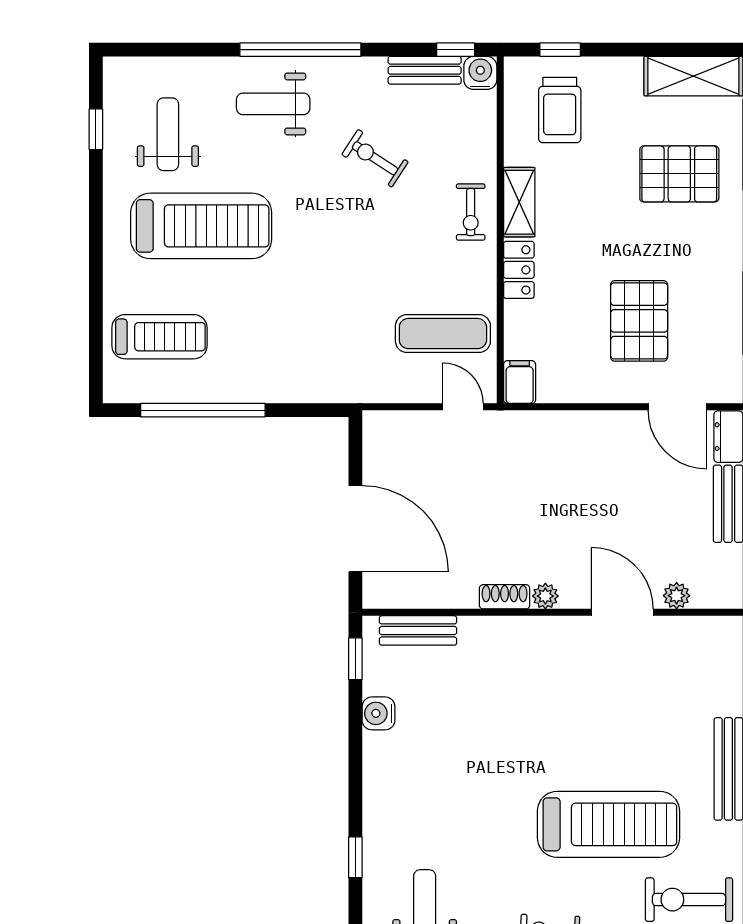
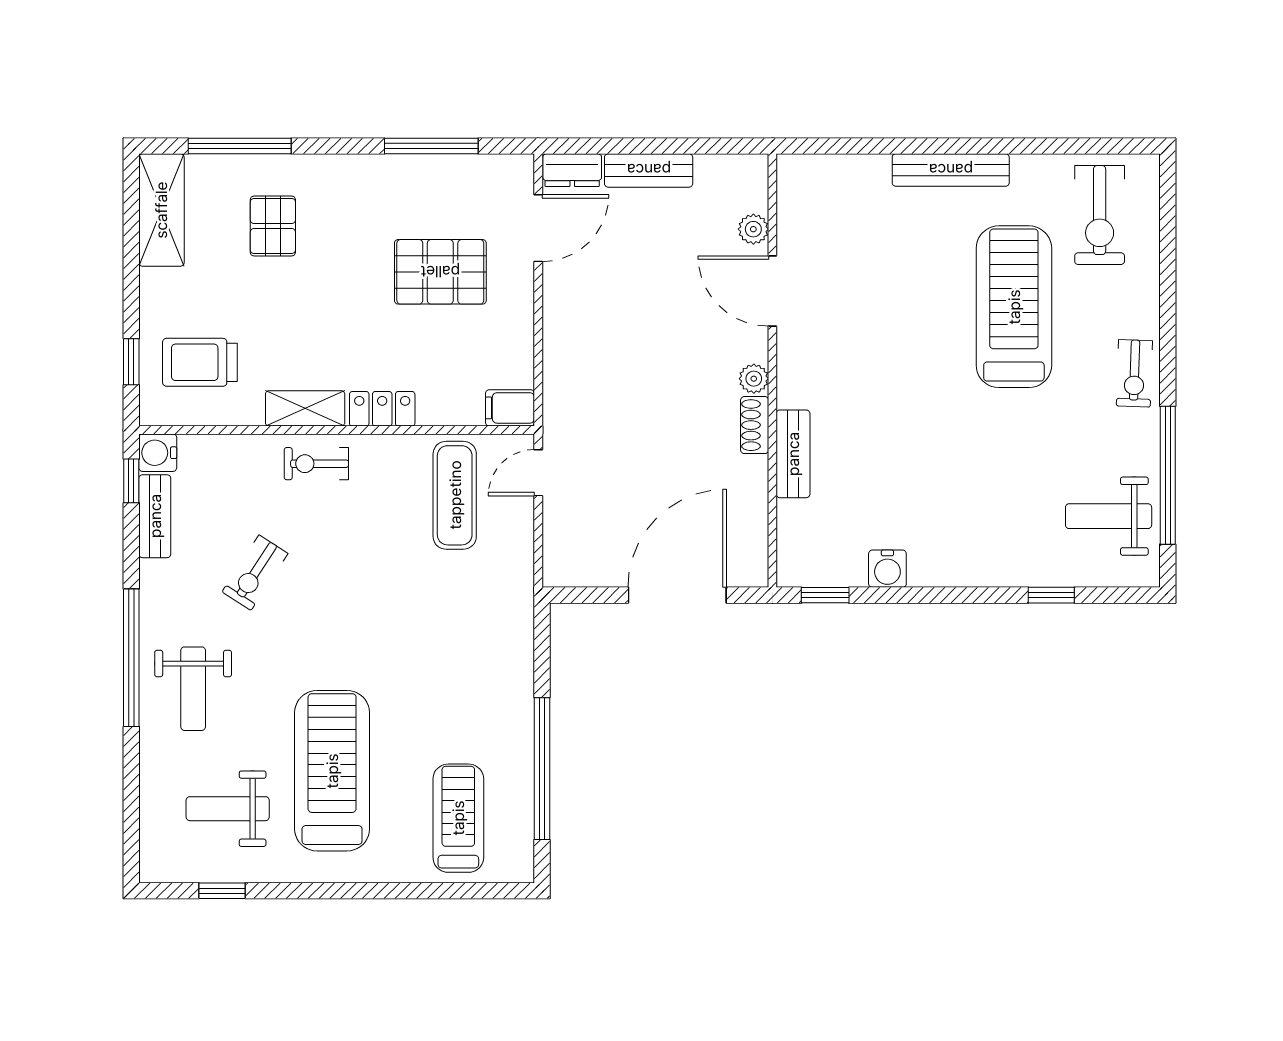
trolley: (560, 110) -> (200, 362), turned 180
pallet: (679, 174) -> (273, 226), width x0.67, depth x0.71
exercise bike: (471, 212) -> (316, 464), turned 180
door: (622, 612) -> (772, 291), hinge flipped
bench: (418, 630) -> (793, 454), moved

